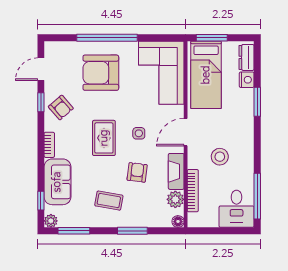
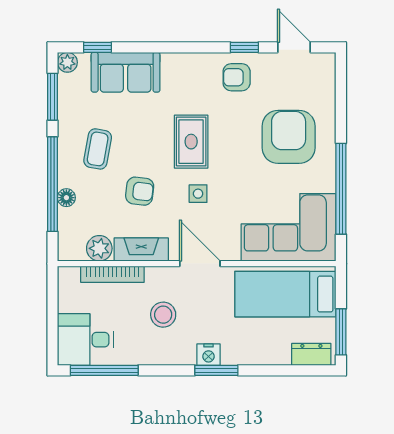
window: (107, 38) -> (341, 189), moved
window: (212, 38) -> (341, 332), moved
nightstand: (247, 80) -> (208, 355), moved
window: (257, 102) -> (216, 370), moved
armchair: (61, 108) -> (237, 77), turned 41
rug: (104, 138) -> (191, 142), turned 90
bookcase: (49, 145) -> (181, 60), removed
floor lamp: (178, 221) -> (66, 198), moved
window: (132, 231) -> (53, 184), width x2.11

